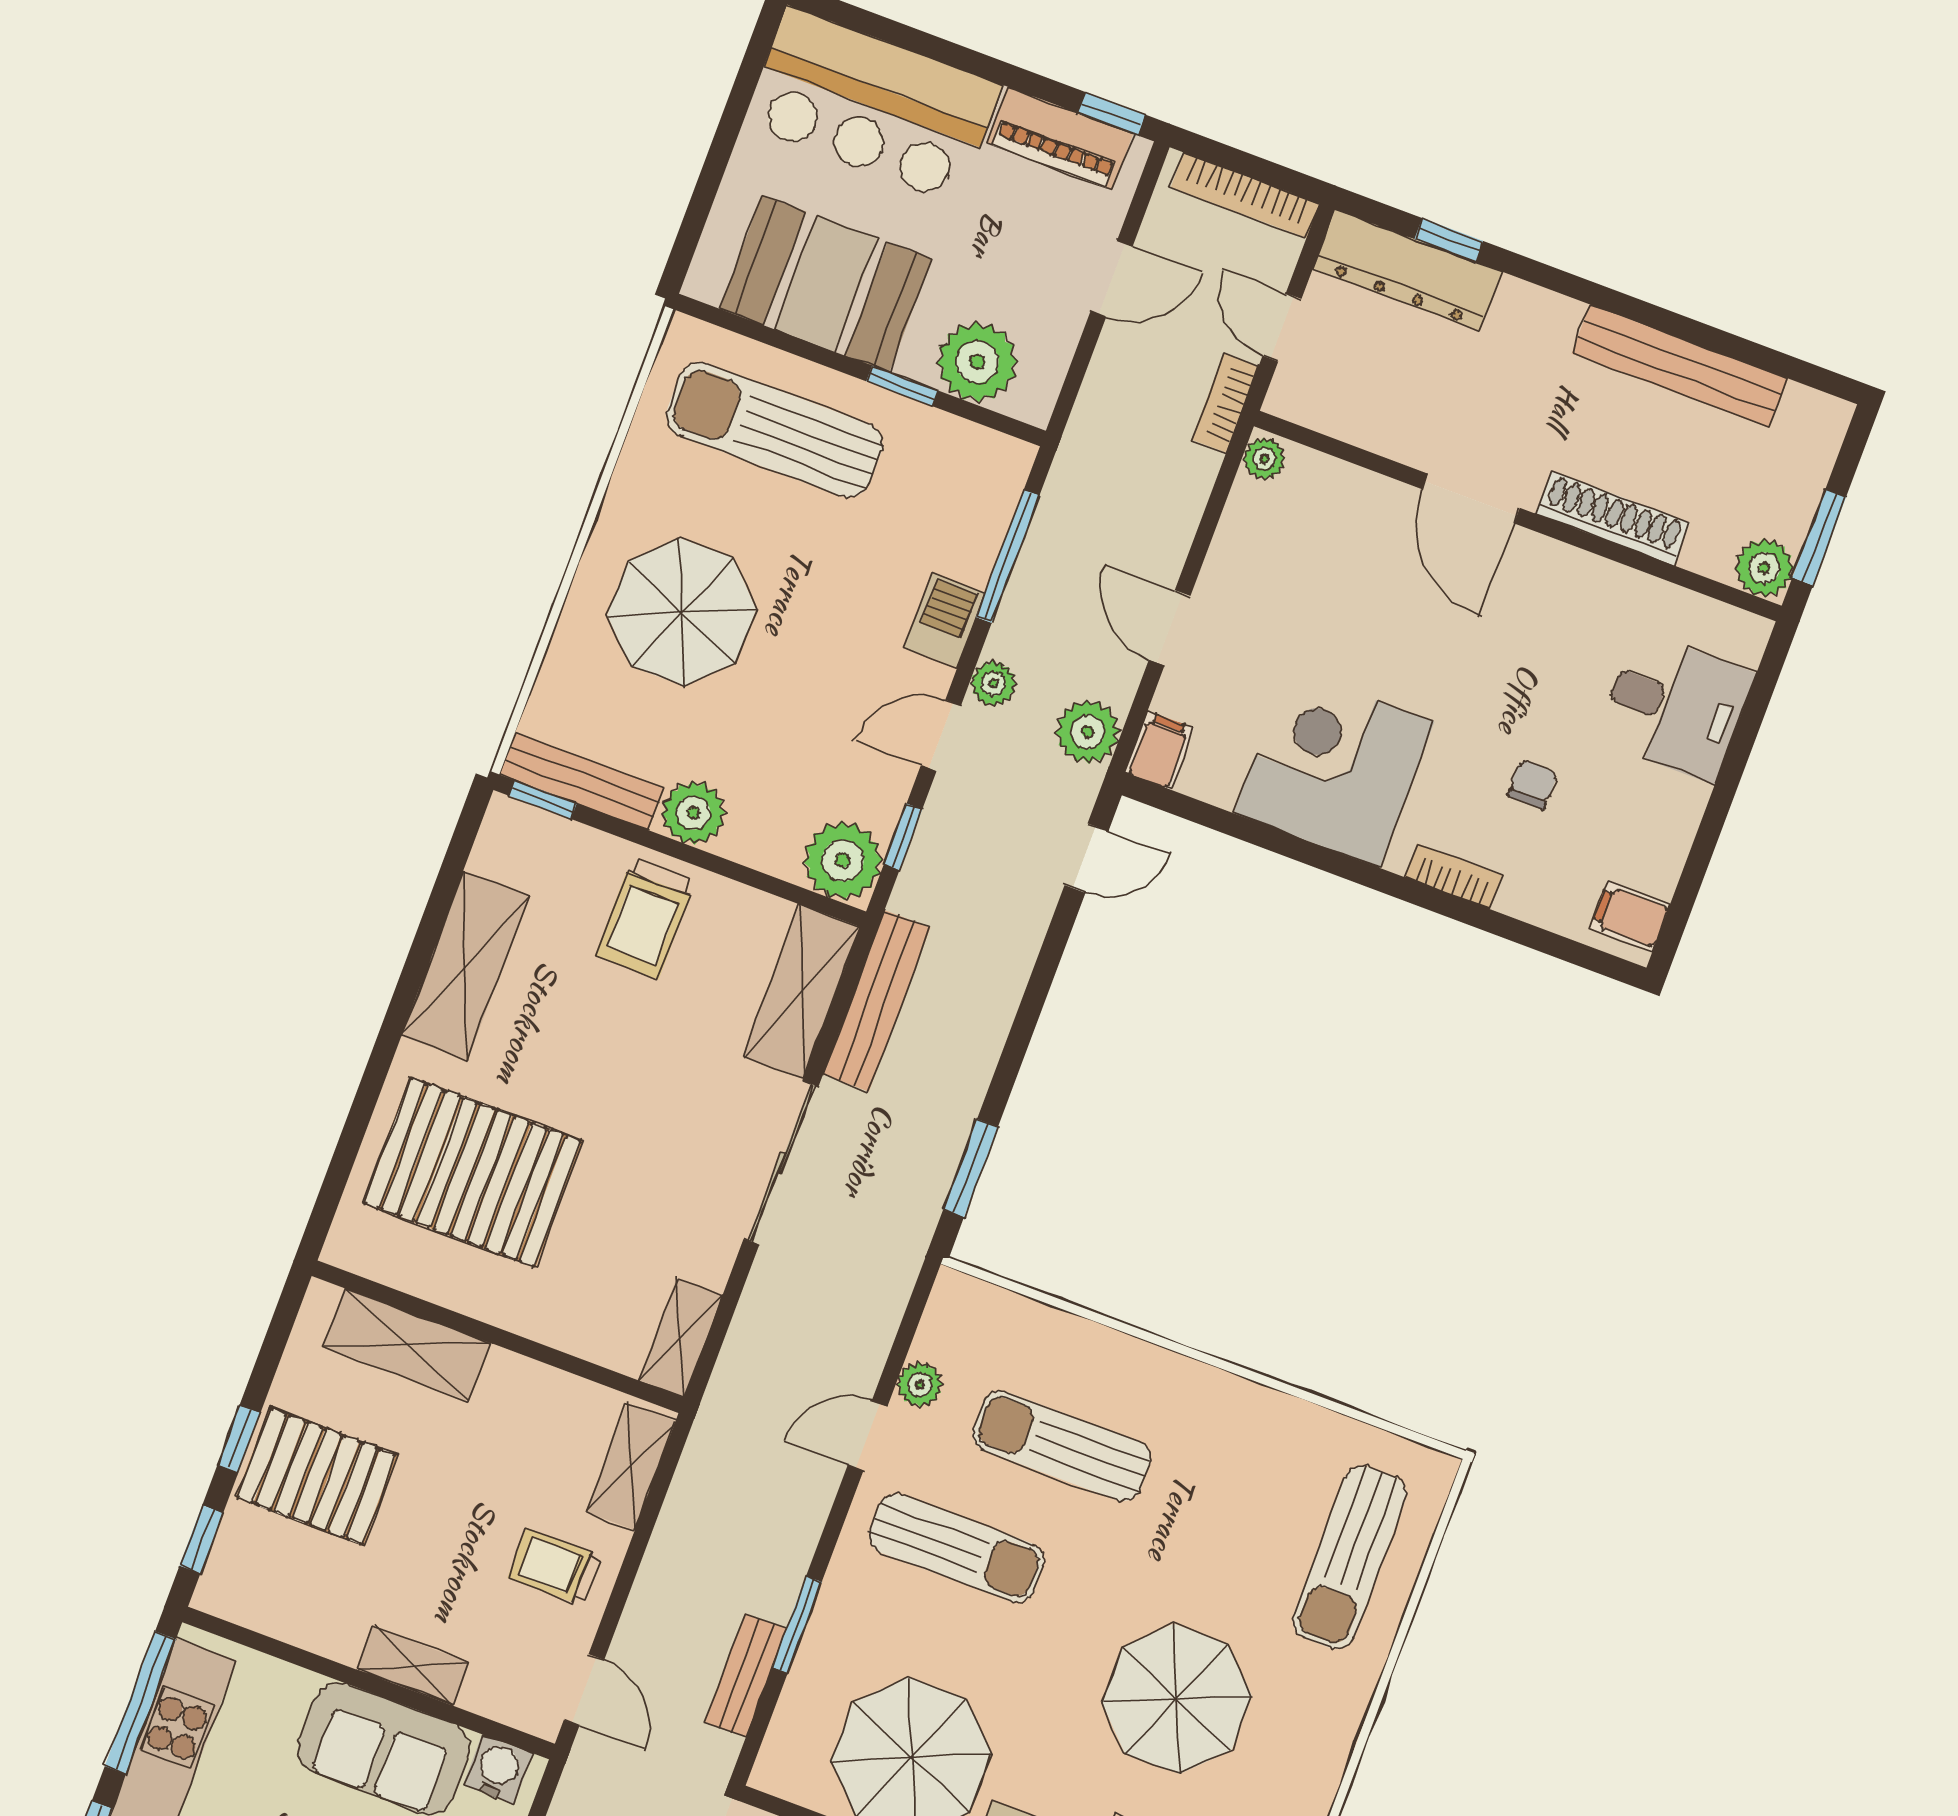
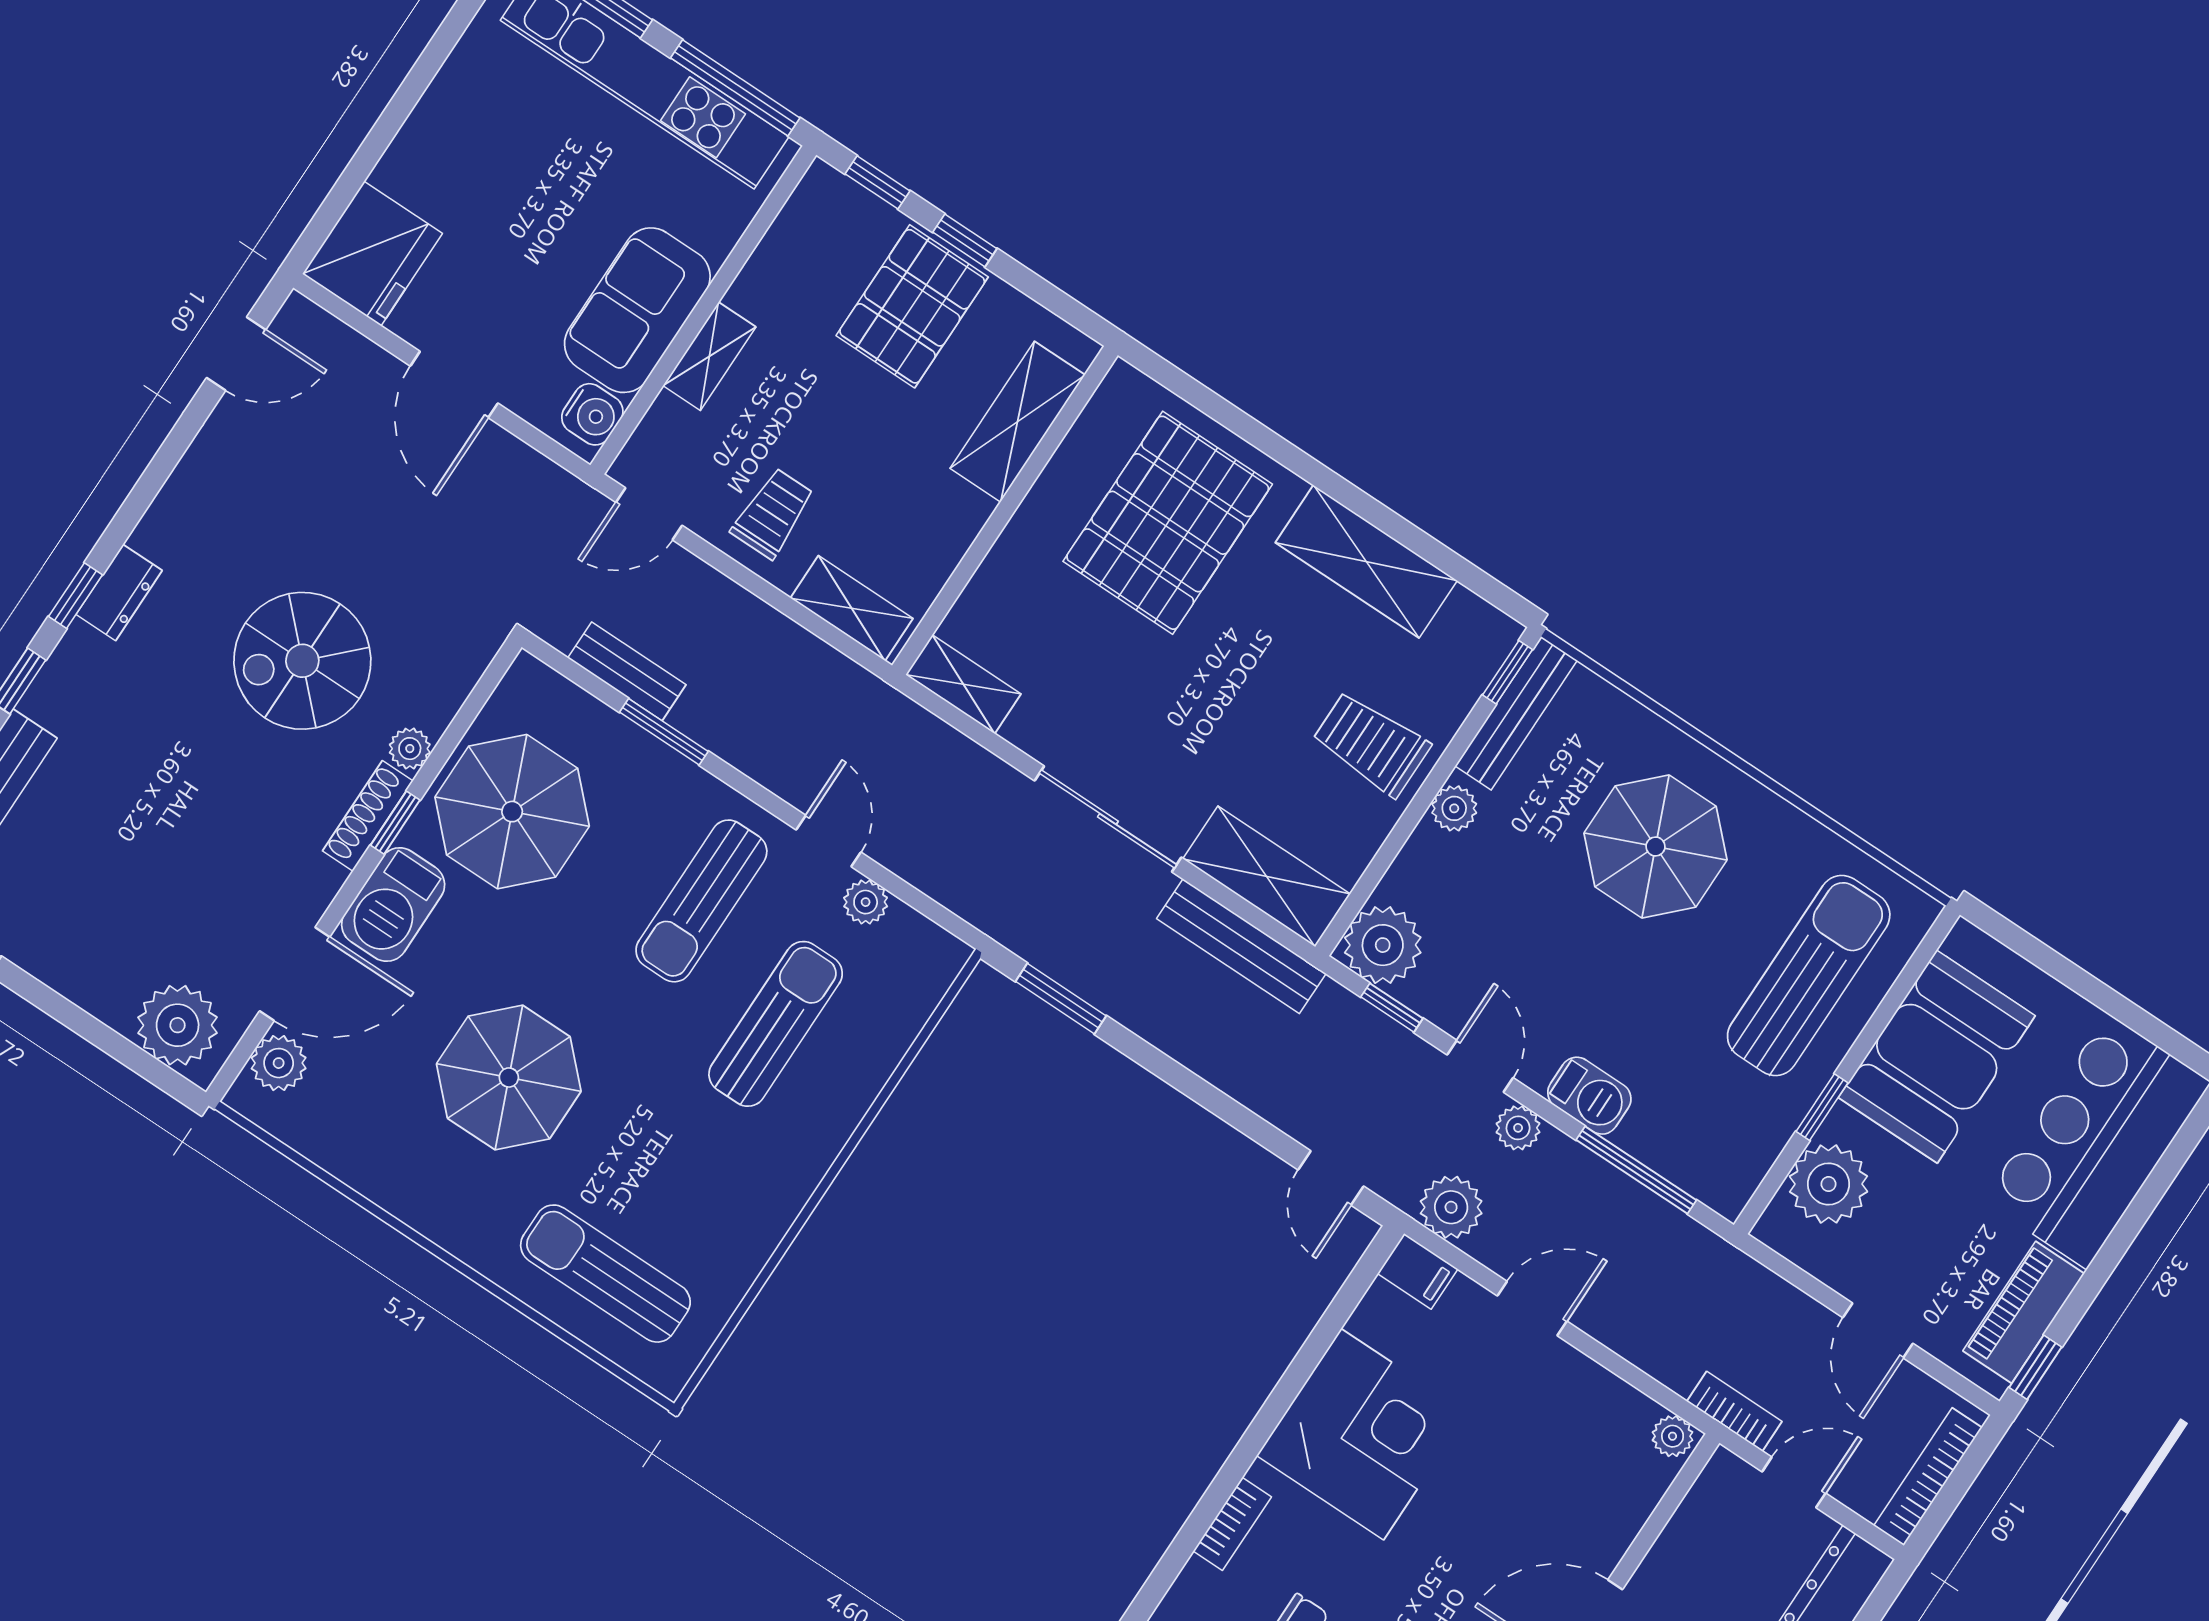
plant: (693, 813) -> (1454, 808), width x0.73, depth x0.73

